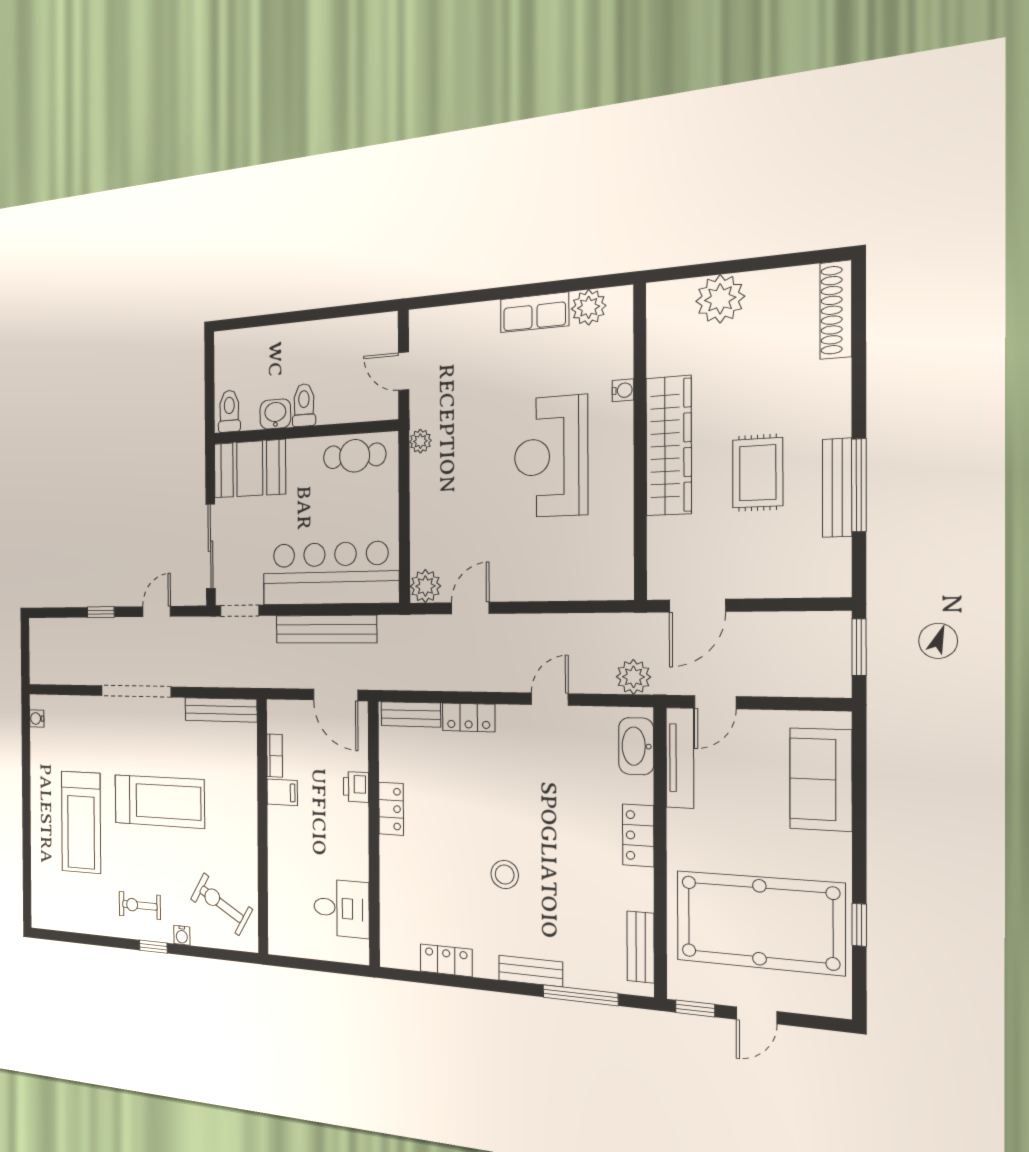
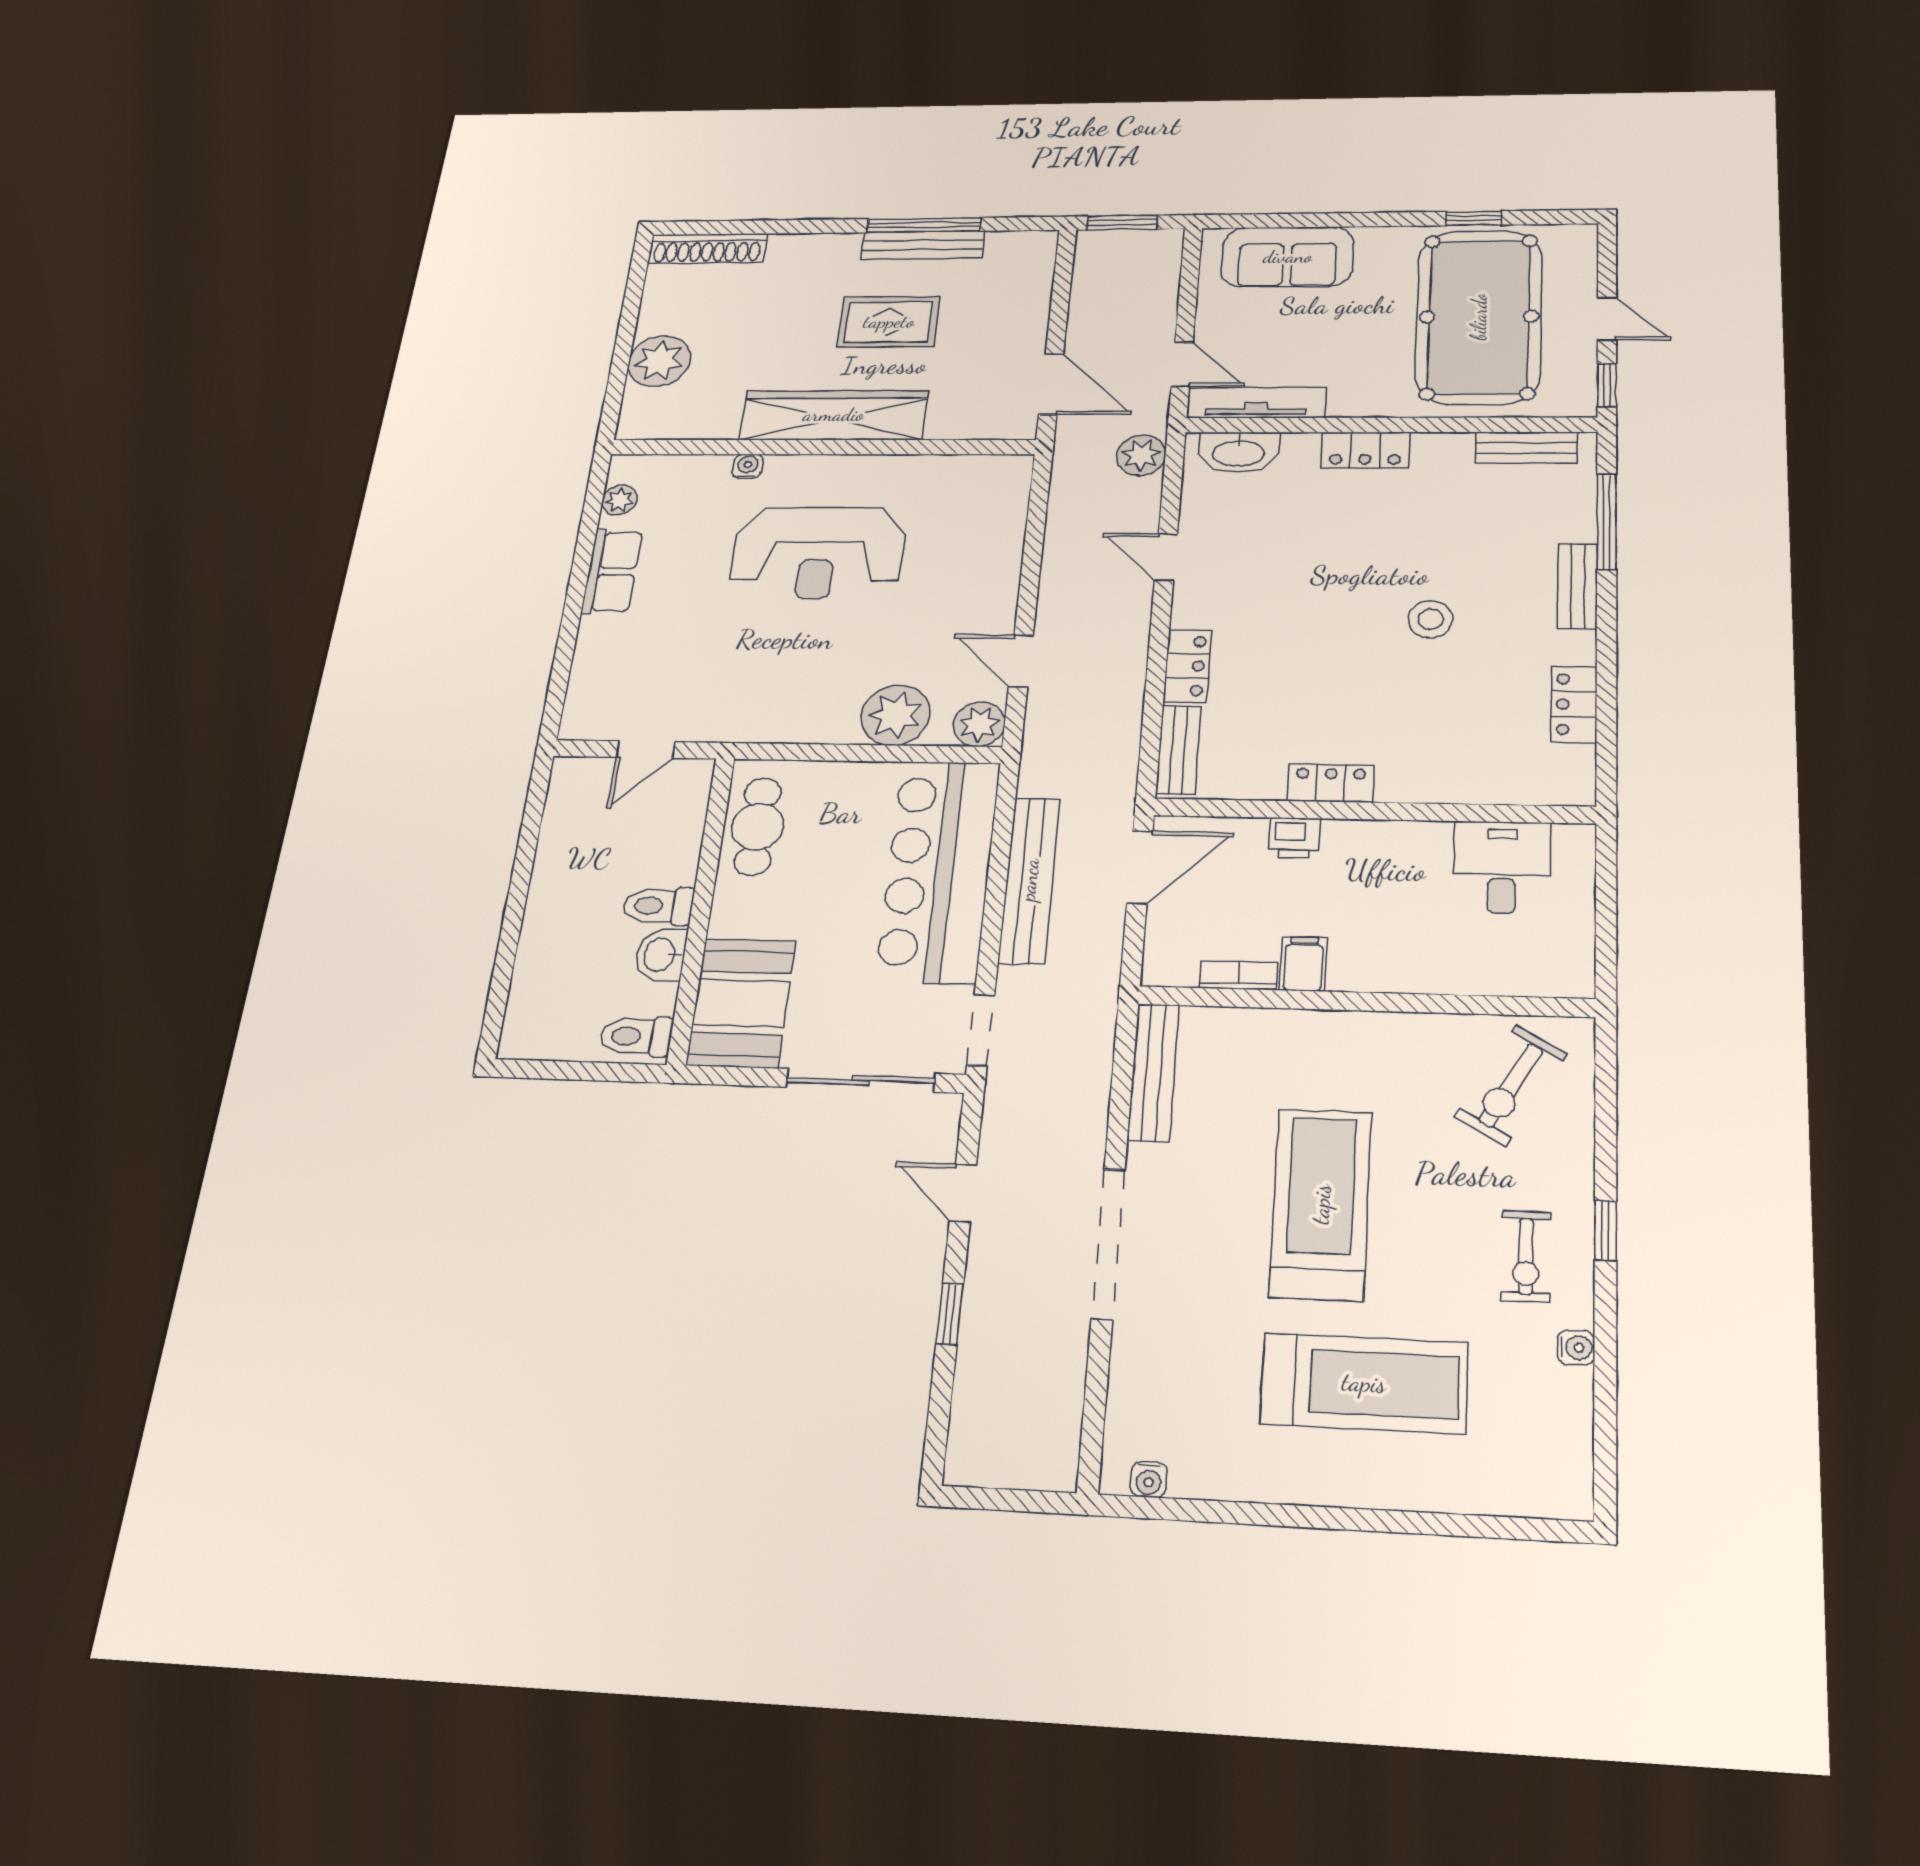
plant: (589, 307) -> (620, 500), width x0.73, depth x0.73
plant: (420, 441) -> (895, 715), moved, width x1.87, depth x1.87
water cooler: (182, 935) -> (1576, 1348), moved

